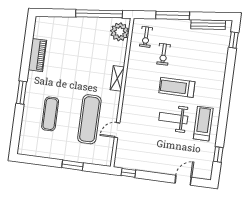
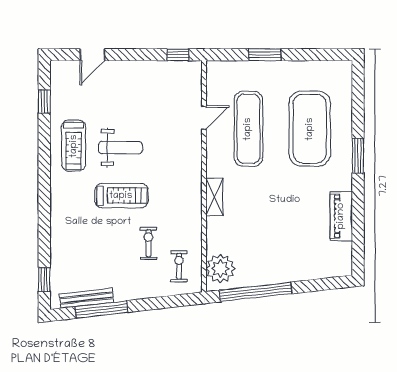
window: (173, 15) -> (101, 309), moved
exercise mat: (50, 114) -> (310, 129), width x2.00, depth x1.45

